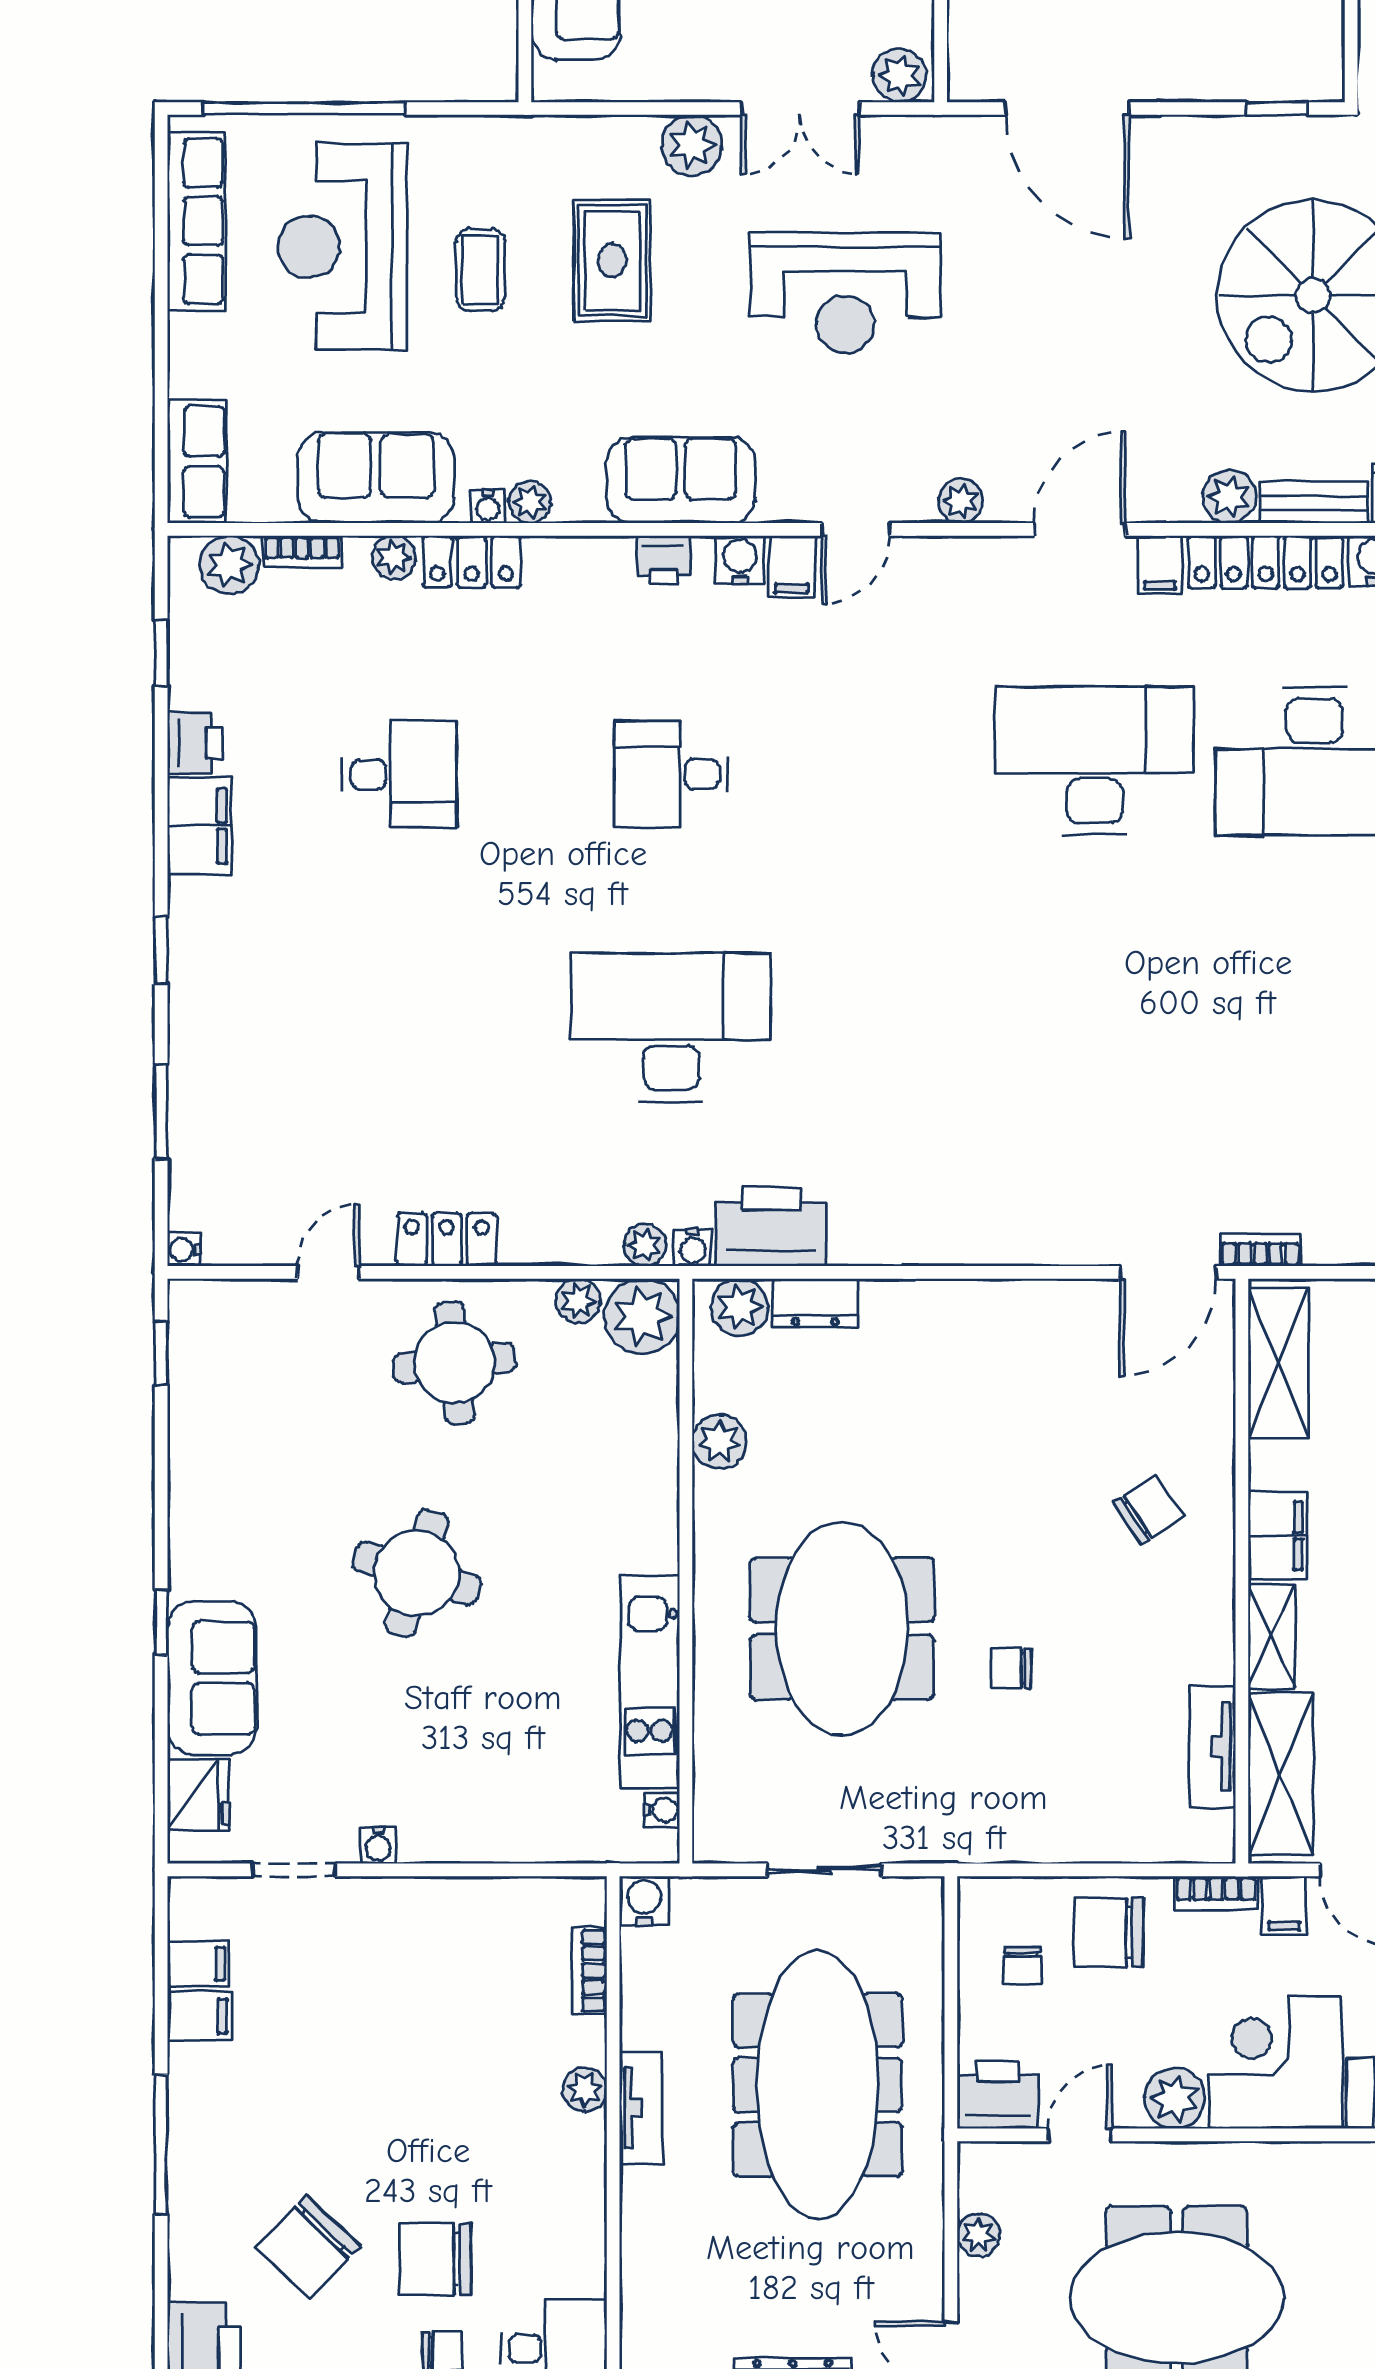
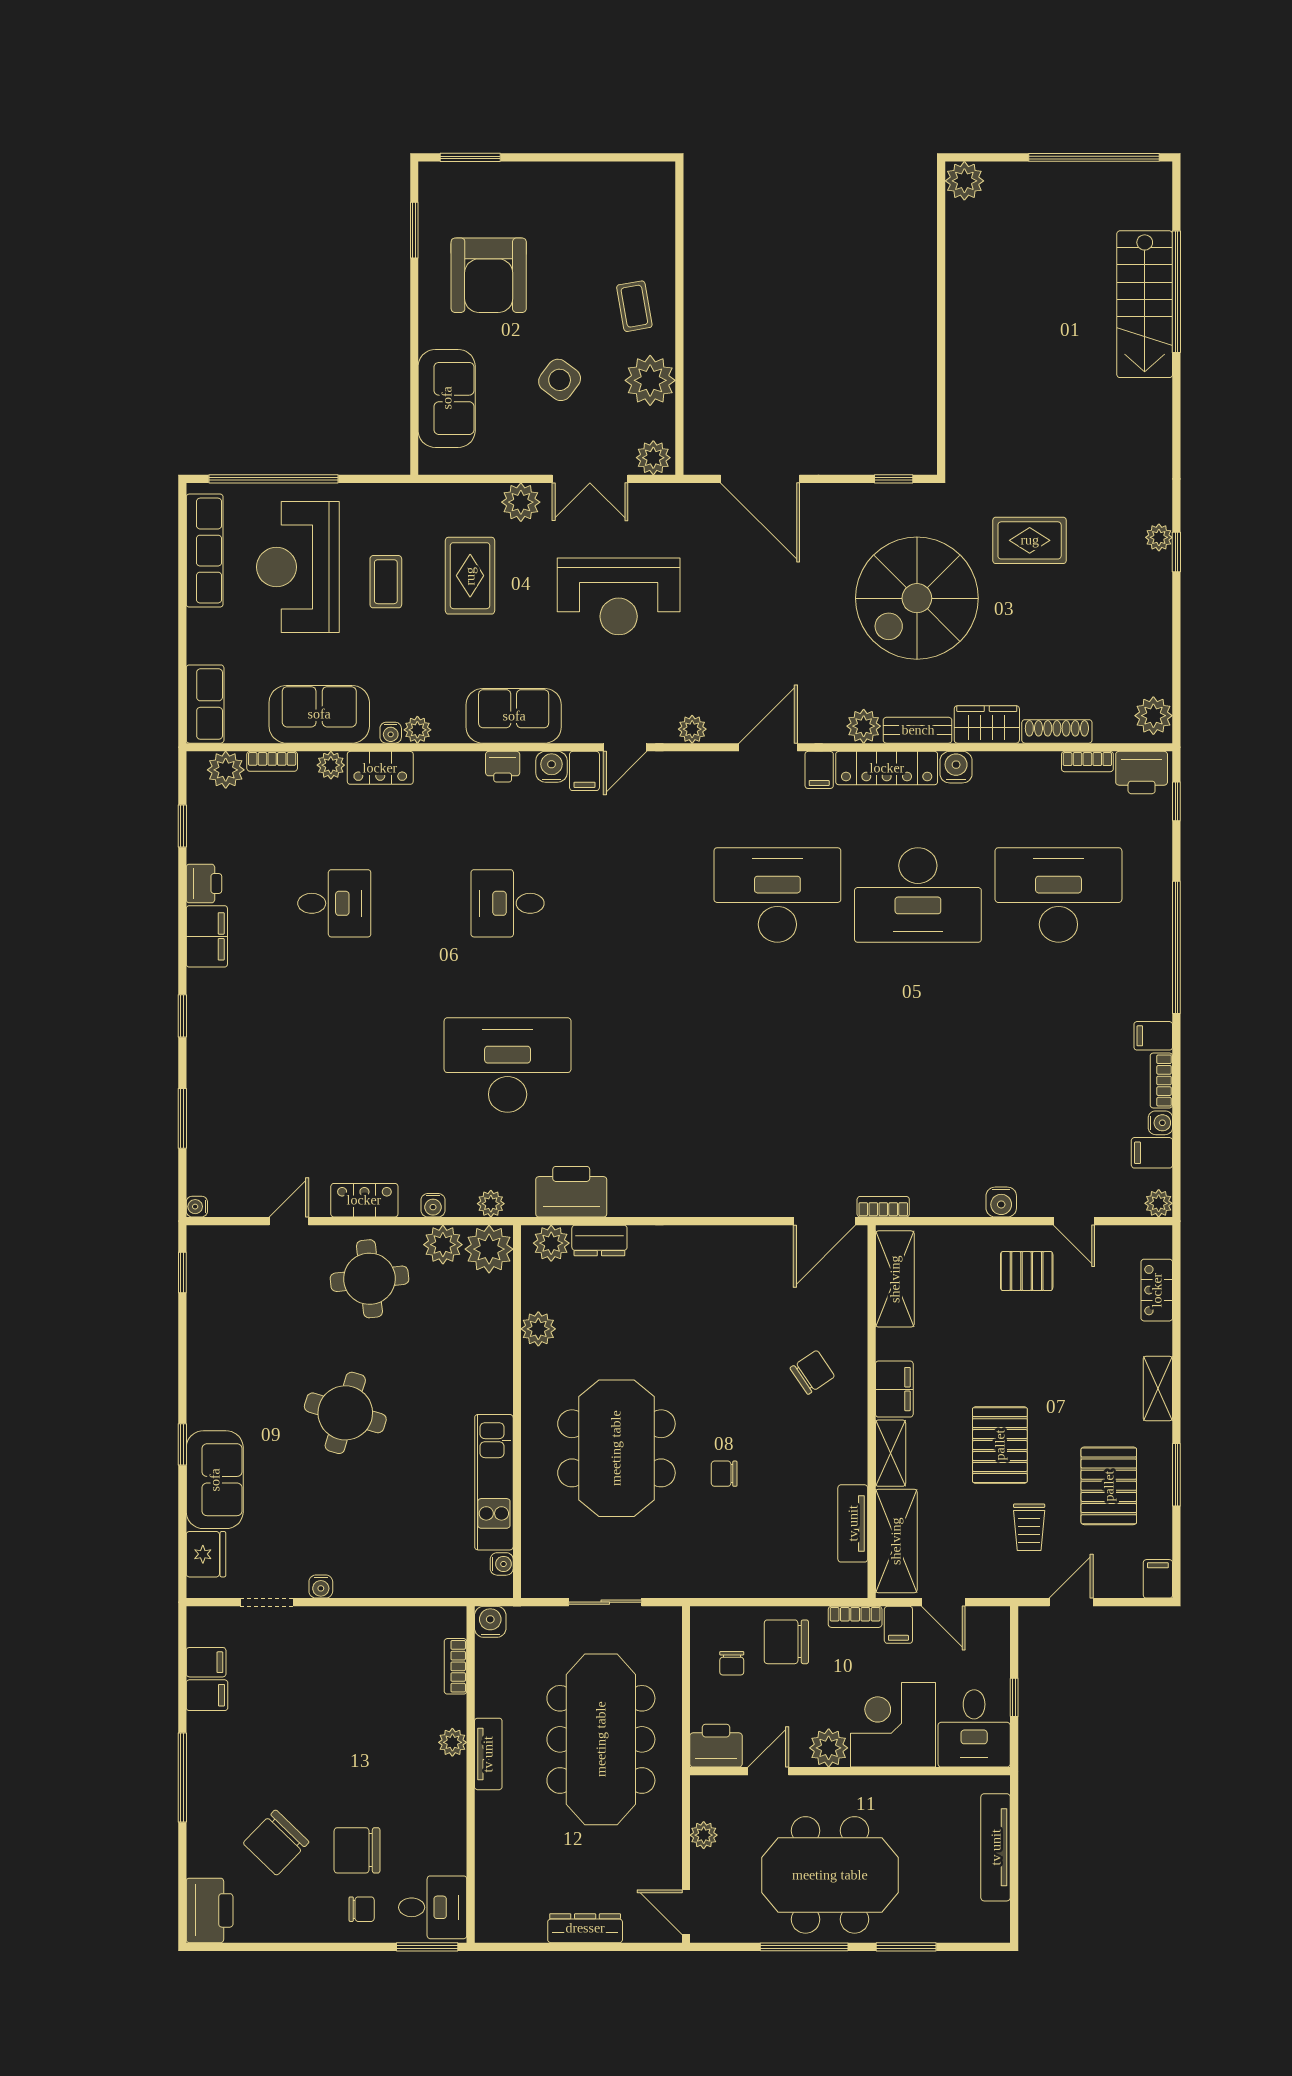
water cooler: (693, 1247) -> (433, 1205), moved
plant: (578, 1301) -> (443, 1245), width x1.38, depth x1.38

